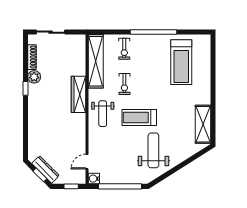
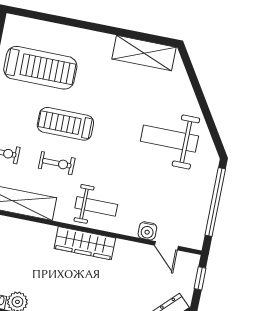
wardrobe: (79, 94) -> (85, 243), moved
treadmill: (139, 118) -> (65, 124), moved, turned 90
water cooler: (94, 179) -> (147, 231), moved

